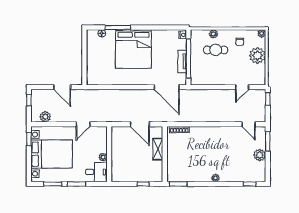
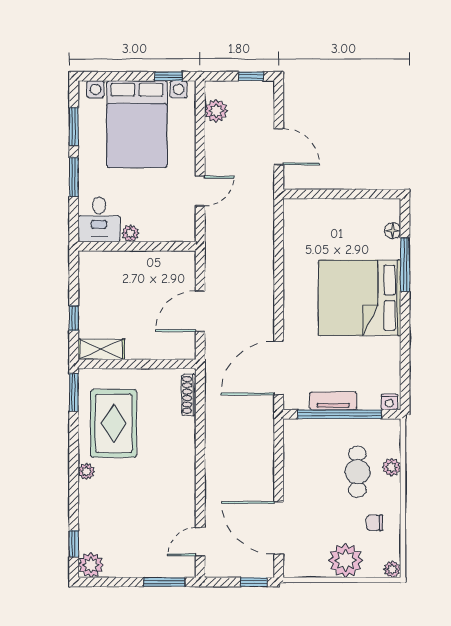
door: (62, 87) -> (279, 147), swing flipped
door: (242, 87) -> (279, 528), width x1.88
door: (83, 124) -> (200, 191), swing flipped
shelving: (158, 149) -> (101, 349), moved
plant: (260, 155) -> (91, 565), moved
rug: (193, 165) -> (114, 423), added

